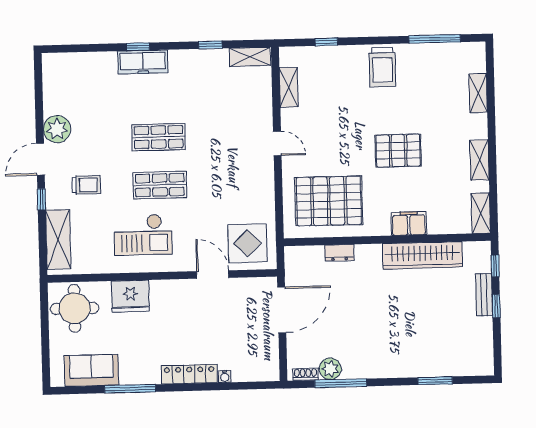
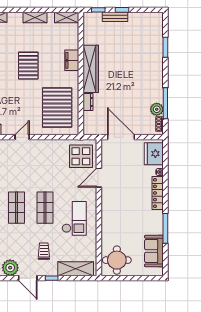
wardrobe: (422, 255) -> (91, 69), moved
fridge: (130, 296) -> (154, 154), moved, turned 180

